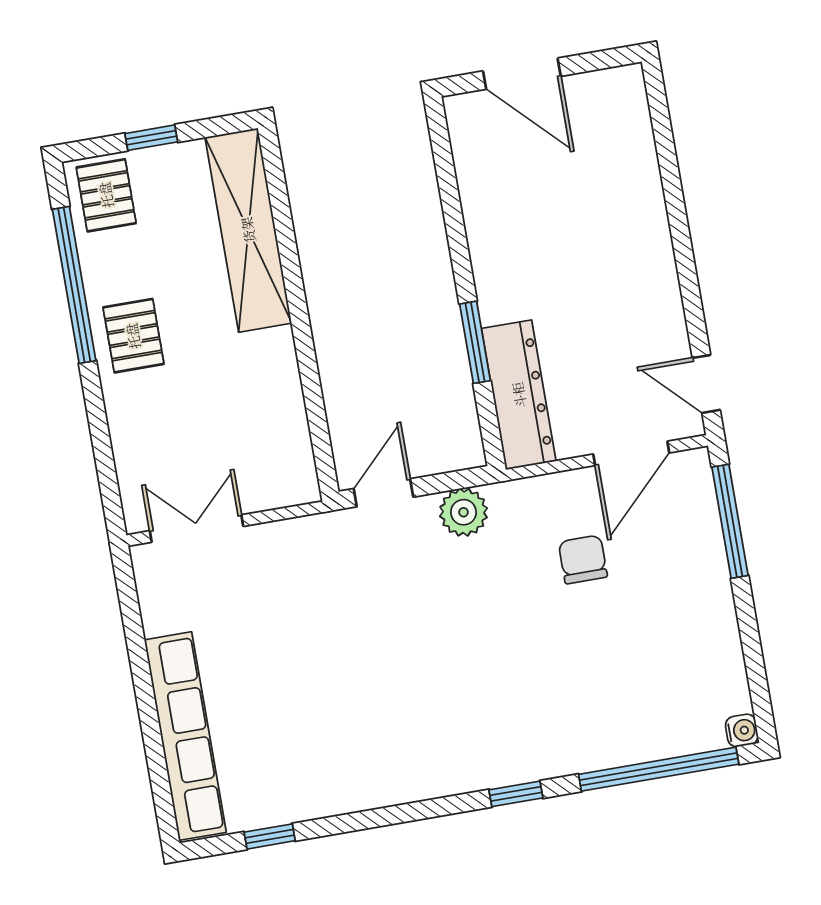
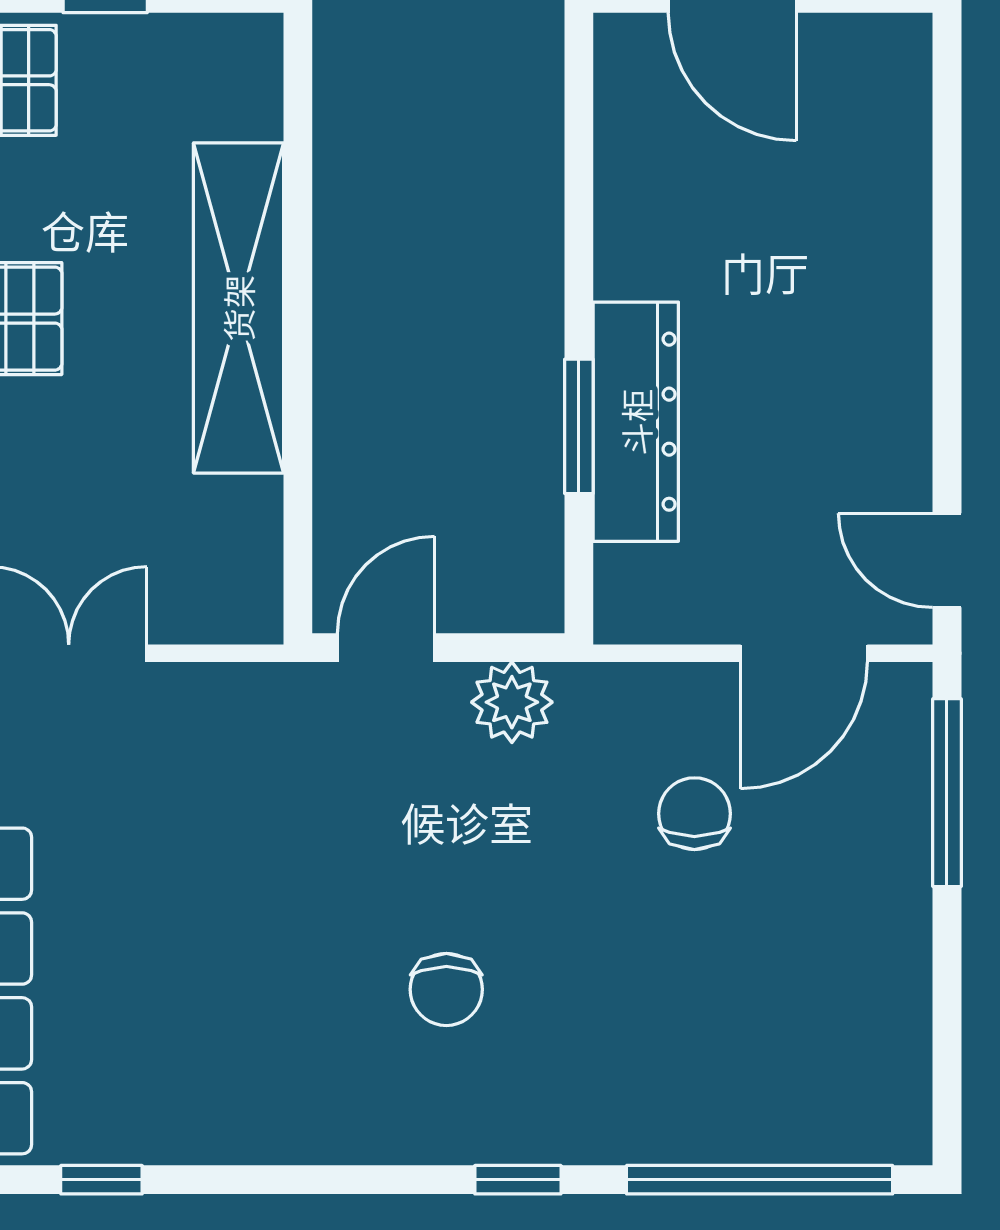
shelving: (248, 230) -> (238, 308), moved
dresser: (519, 395) -> (636, 422), moved
chair: (454, 689) -> (446, 989), added
water cooler: (742, 731) -> (907, 1140), removed

